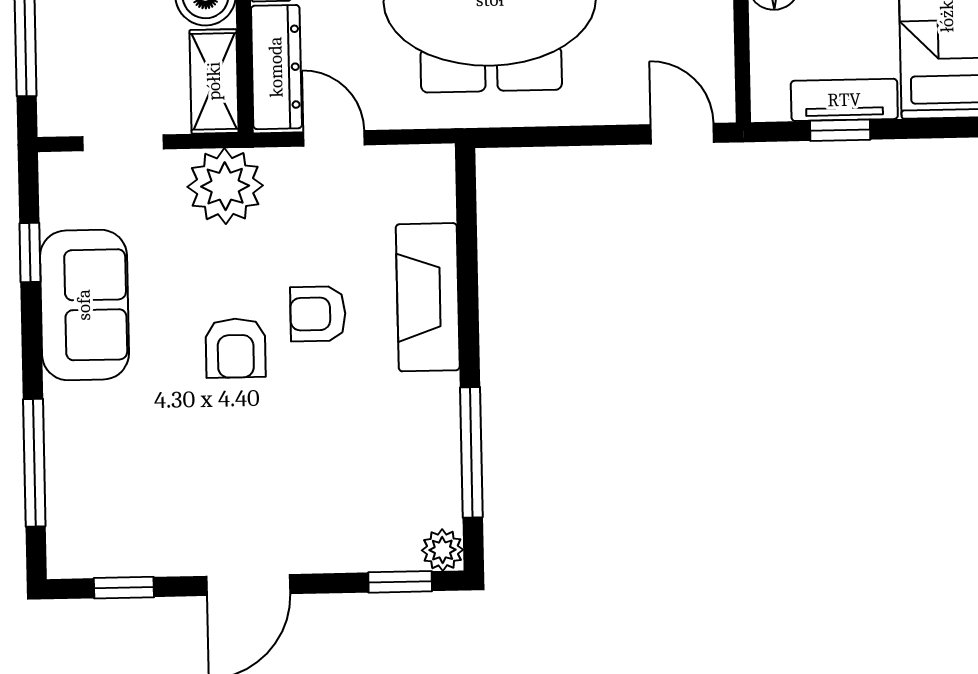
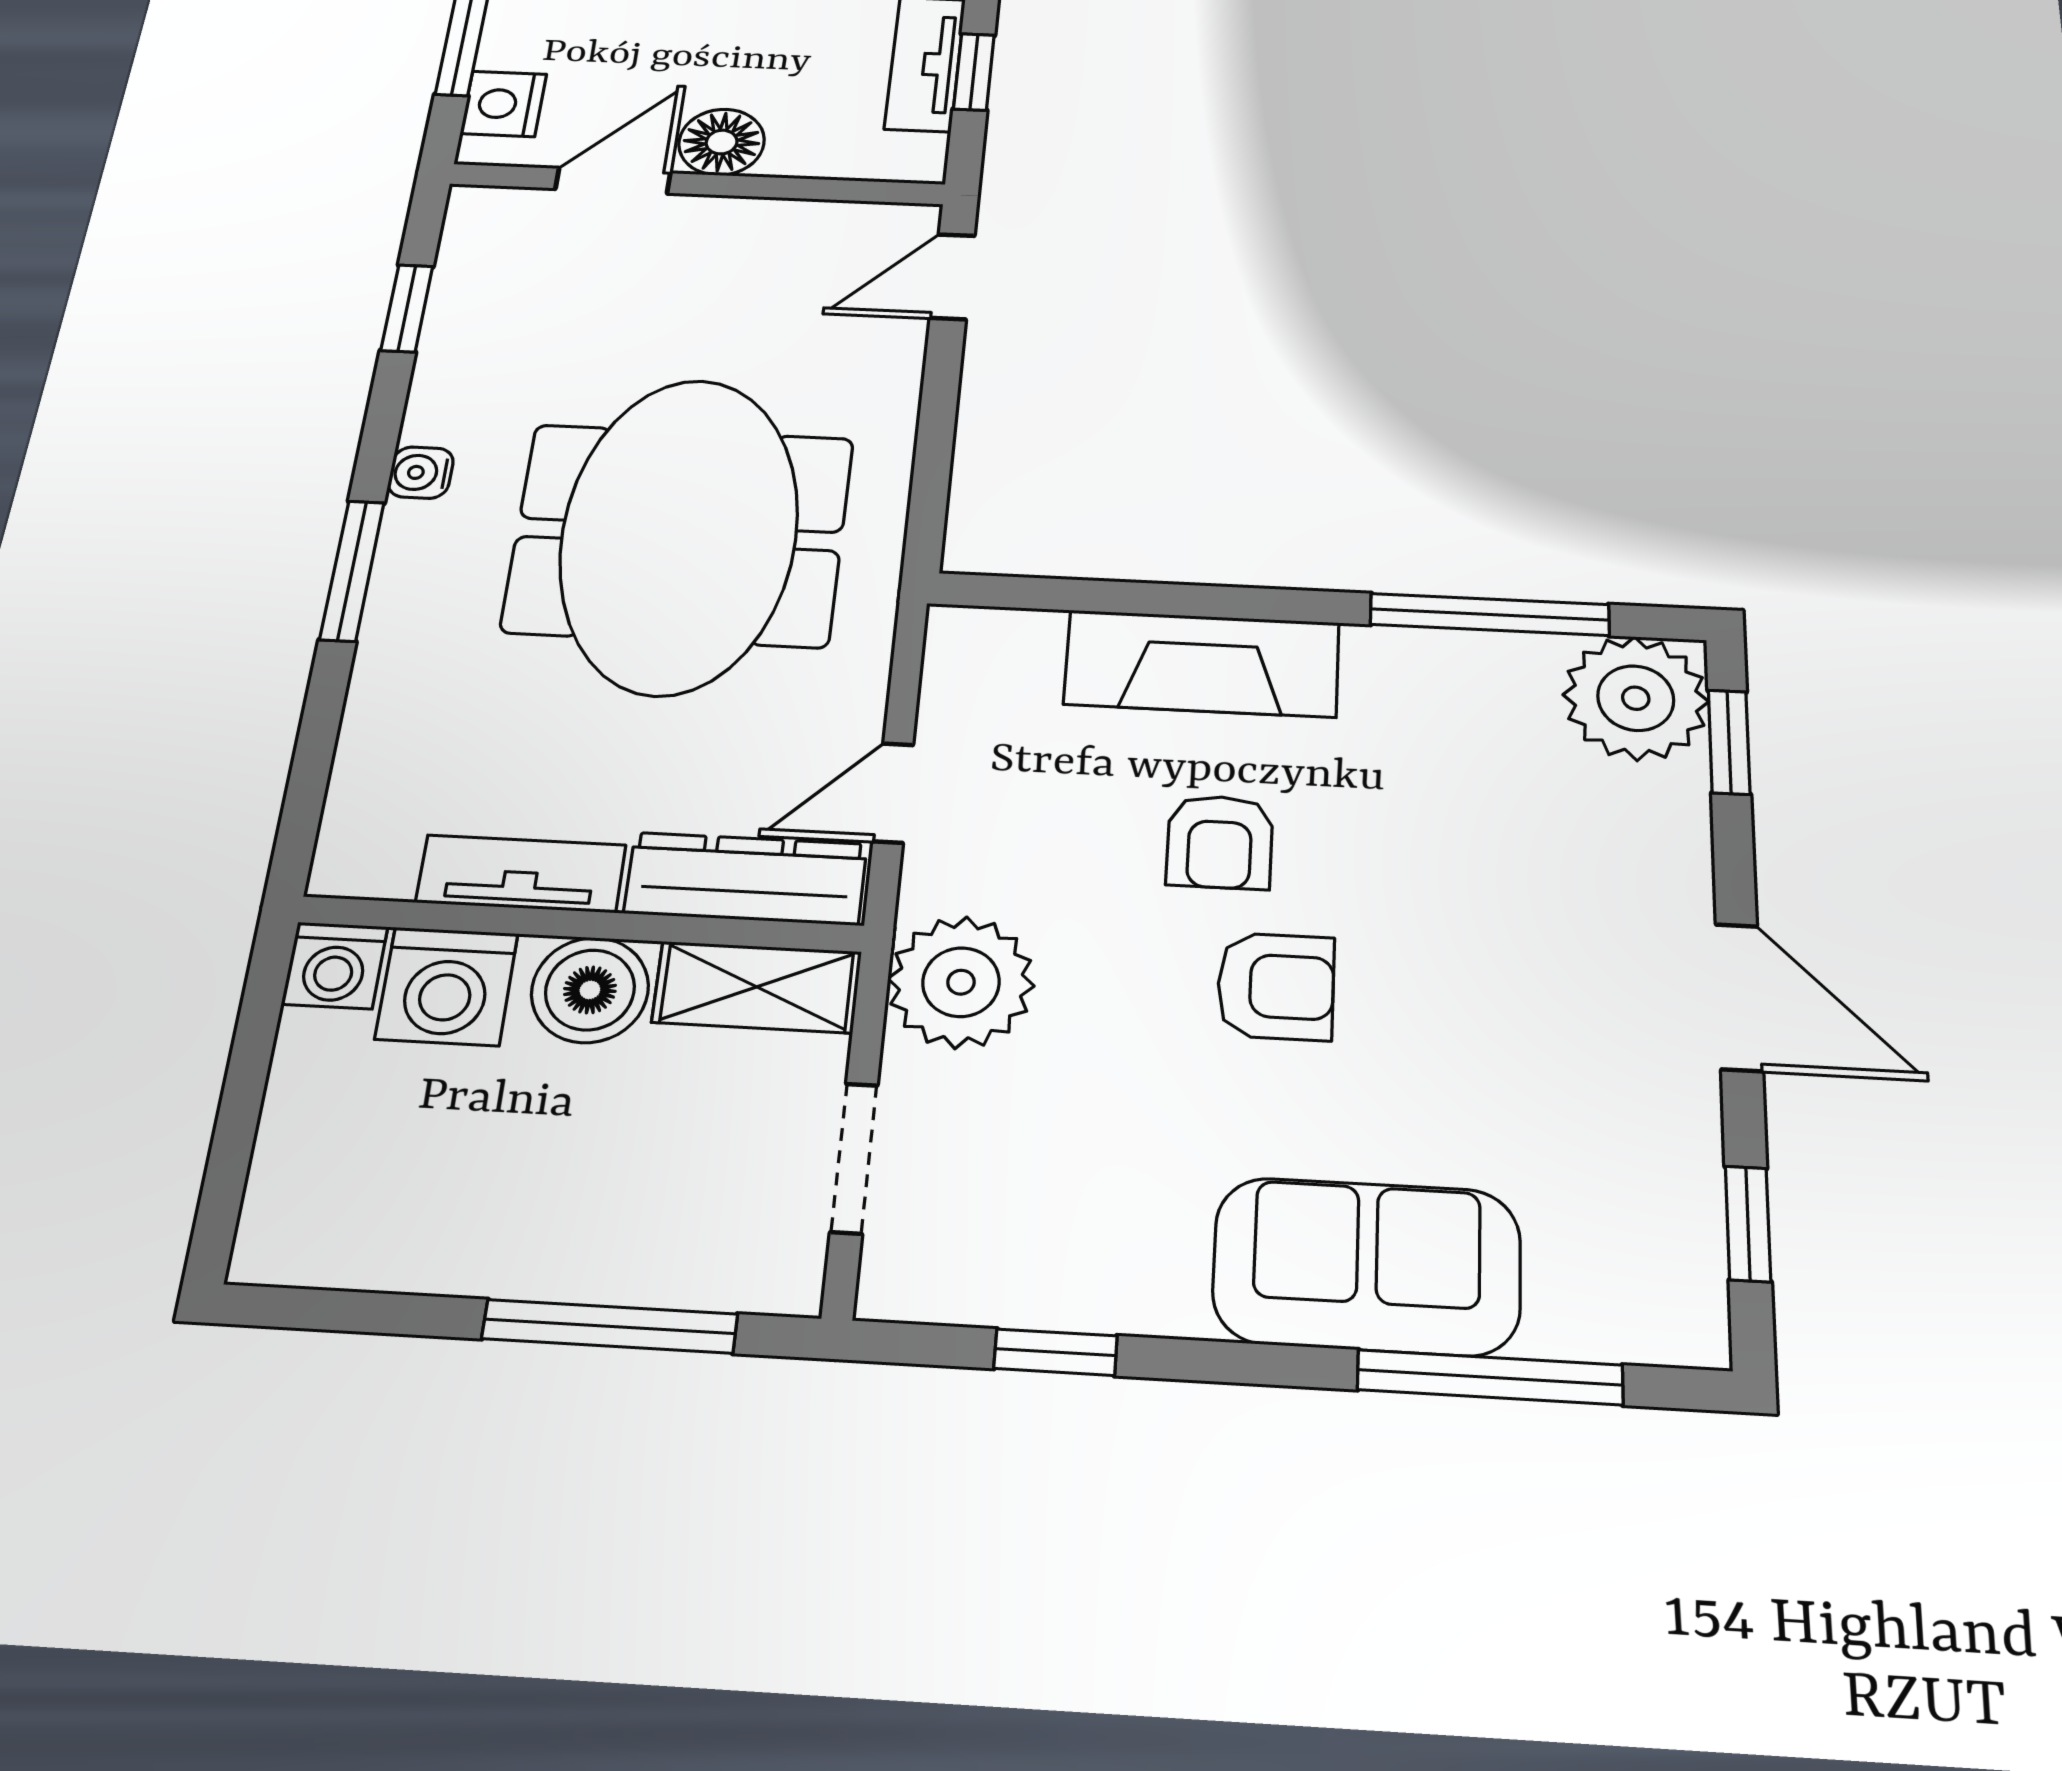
sofa: (84, 305) -> (1367, 1266), moved
plant: (442, 550) -> (1636, 698), width x1.88, depth x1.88

